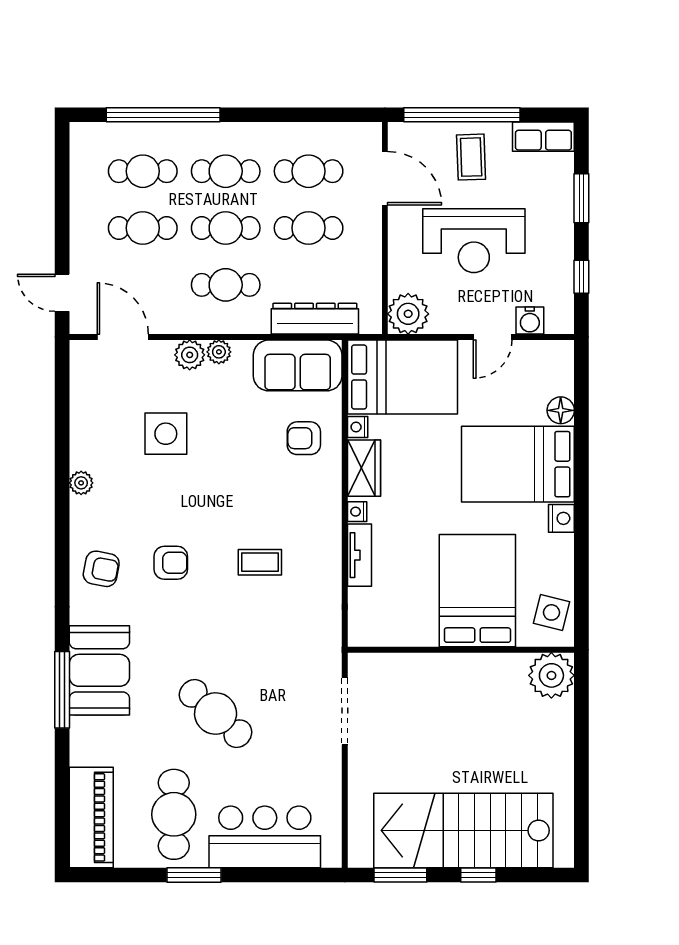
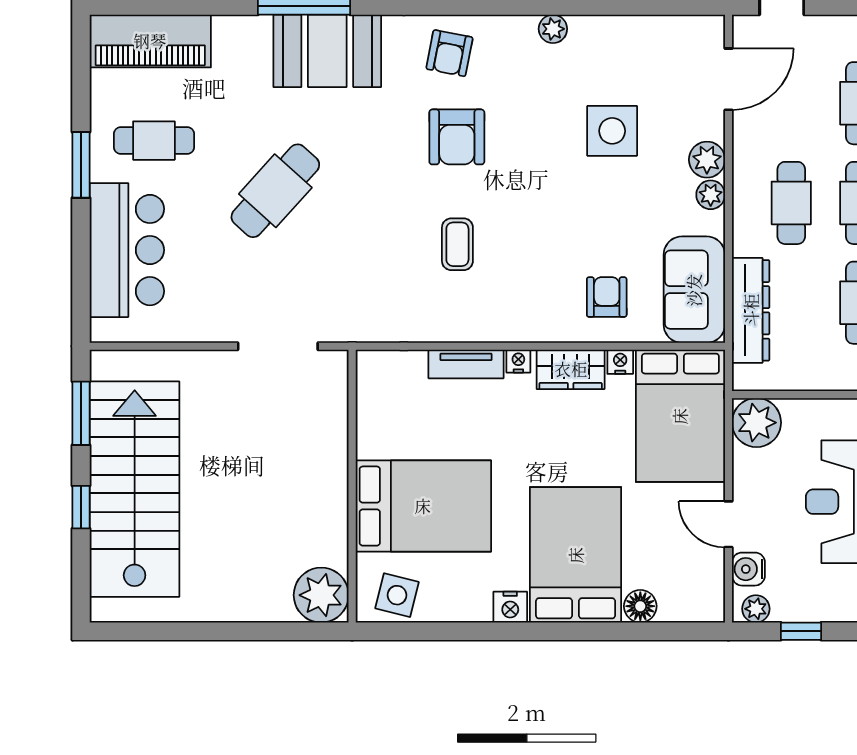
plant: (563, 314) -> (756, 609), added
armchair: (171, 563) -> (457, 137), width x1.38, depth x1.38
cafe table: (174, 814) -> (154, 141), width x0.73, depth x0.74

